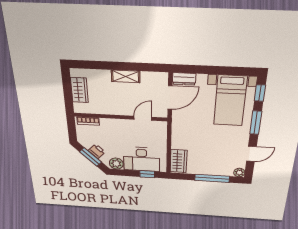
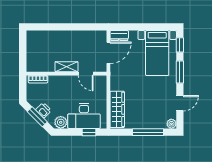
shelving: (126, 76) -> (67, 67), moved
wardrobe: (79, 90) -> (33, 50), removed
door: (143, 118) -> (86, 74), swing flipped
wardrobe: (179, 161) -> (117, 109), width x1.50

